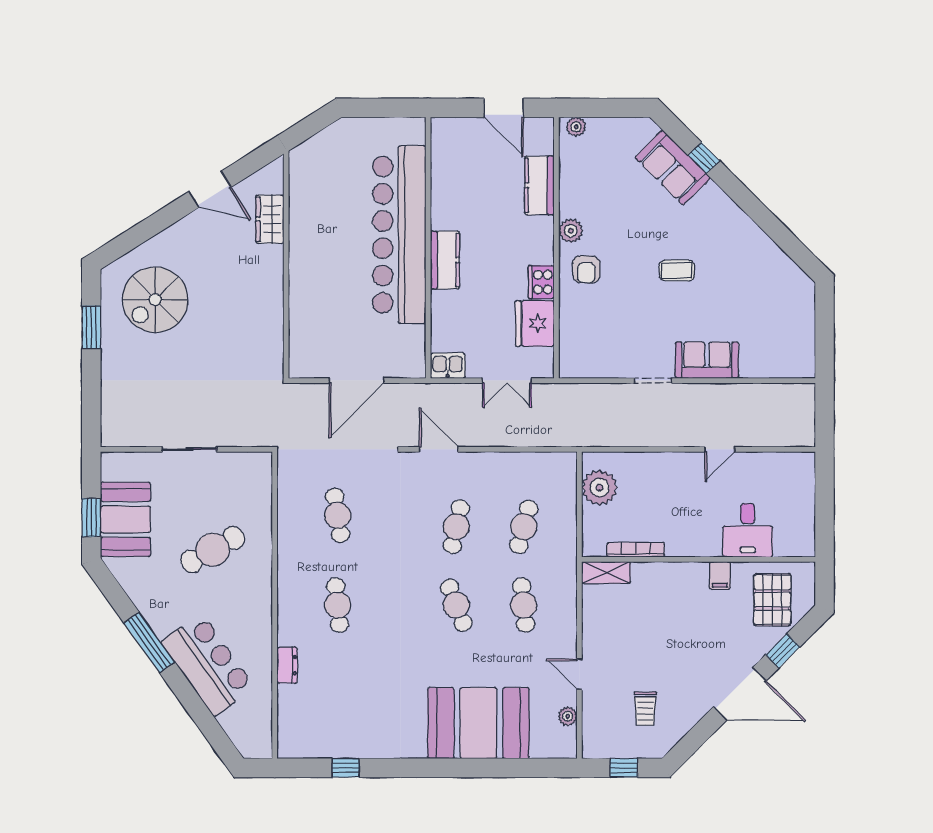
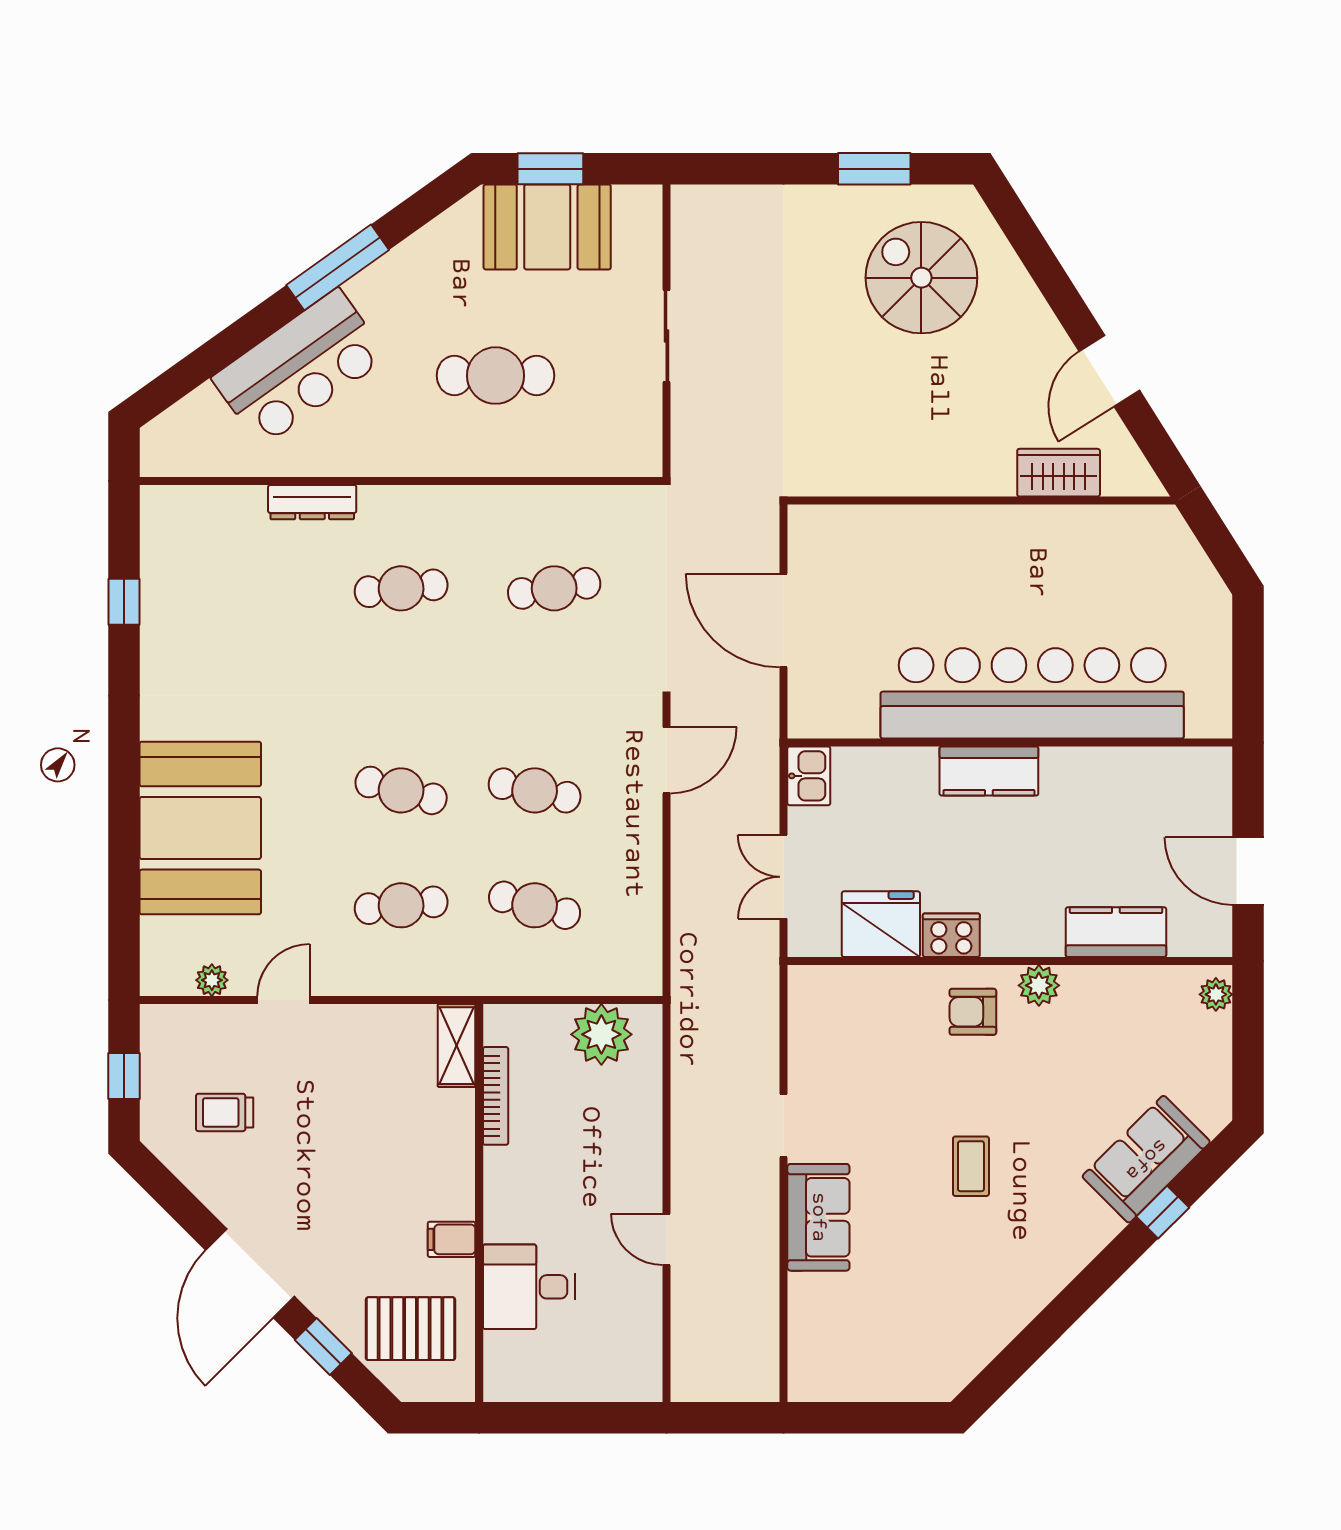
door: (504, 108) -> (1248, 871), hinge flipped
cafe table: (213, 550) -> (495, 376), turned -61
cafe table: (456, 605) -> (401, 790), turned 36
dresser: (287, 665) -> (312, 502), width x1.44

